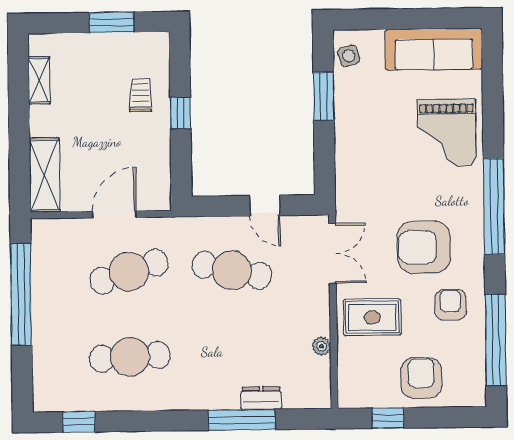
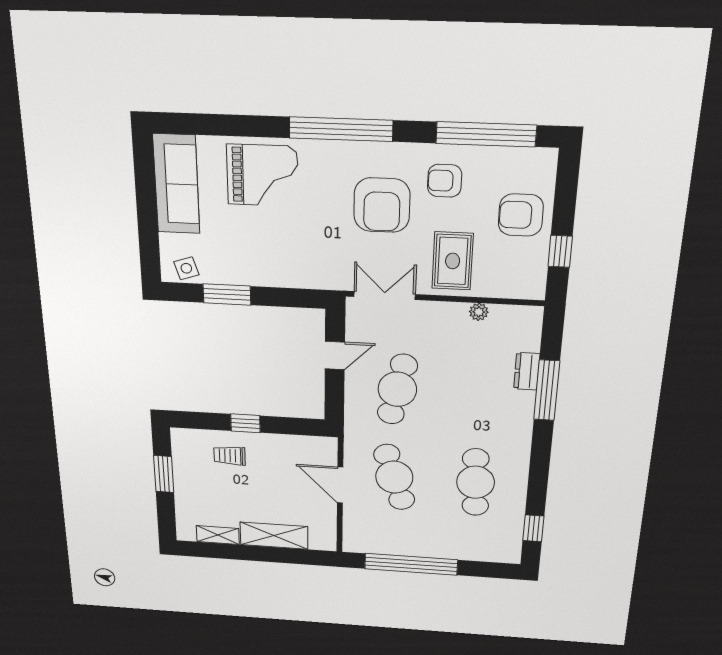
shelving: (45, 175) -> (274, 536), moved

